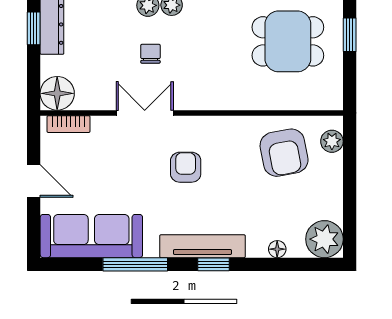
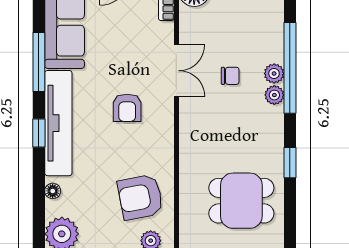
dining table: (288, 41) -> (241, 201), turned 90
armchair: (186, 167) -> (127, 108), turned 90
tv unit: (202, 246) -> (58, 123), width x1.36, depth x1.29

